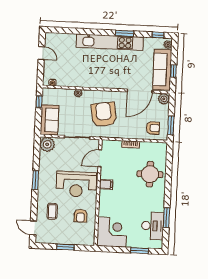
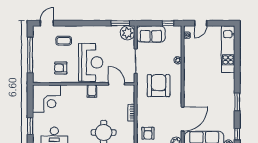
kitchen unit: (110, 42) -> (228, 49), moved, width x0.73
door: (41, 53) -> (201, 23), moved
door: (140, 91) -> (183, 119), swing flipped
armchair: (104, 115) -> (159, 86), turned -81
window: (35, 180) -> (120, 23), moved
reception desk: (76, 184) -> (91, 62), turned 180
window: (65, 247) -> (30, 55), width x2.11

